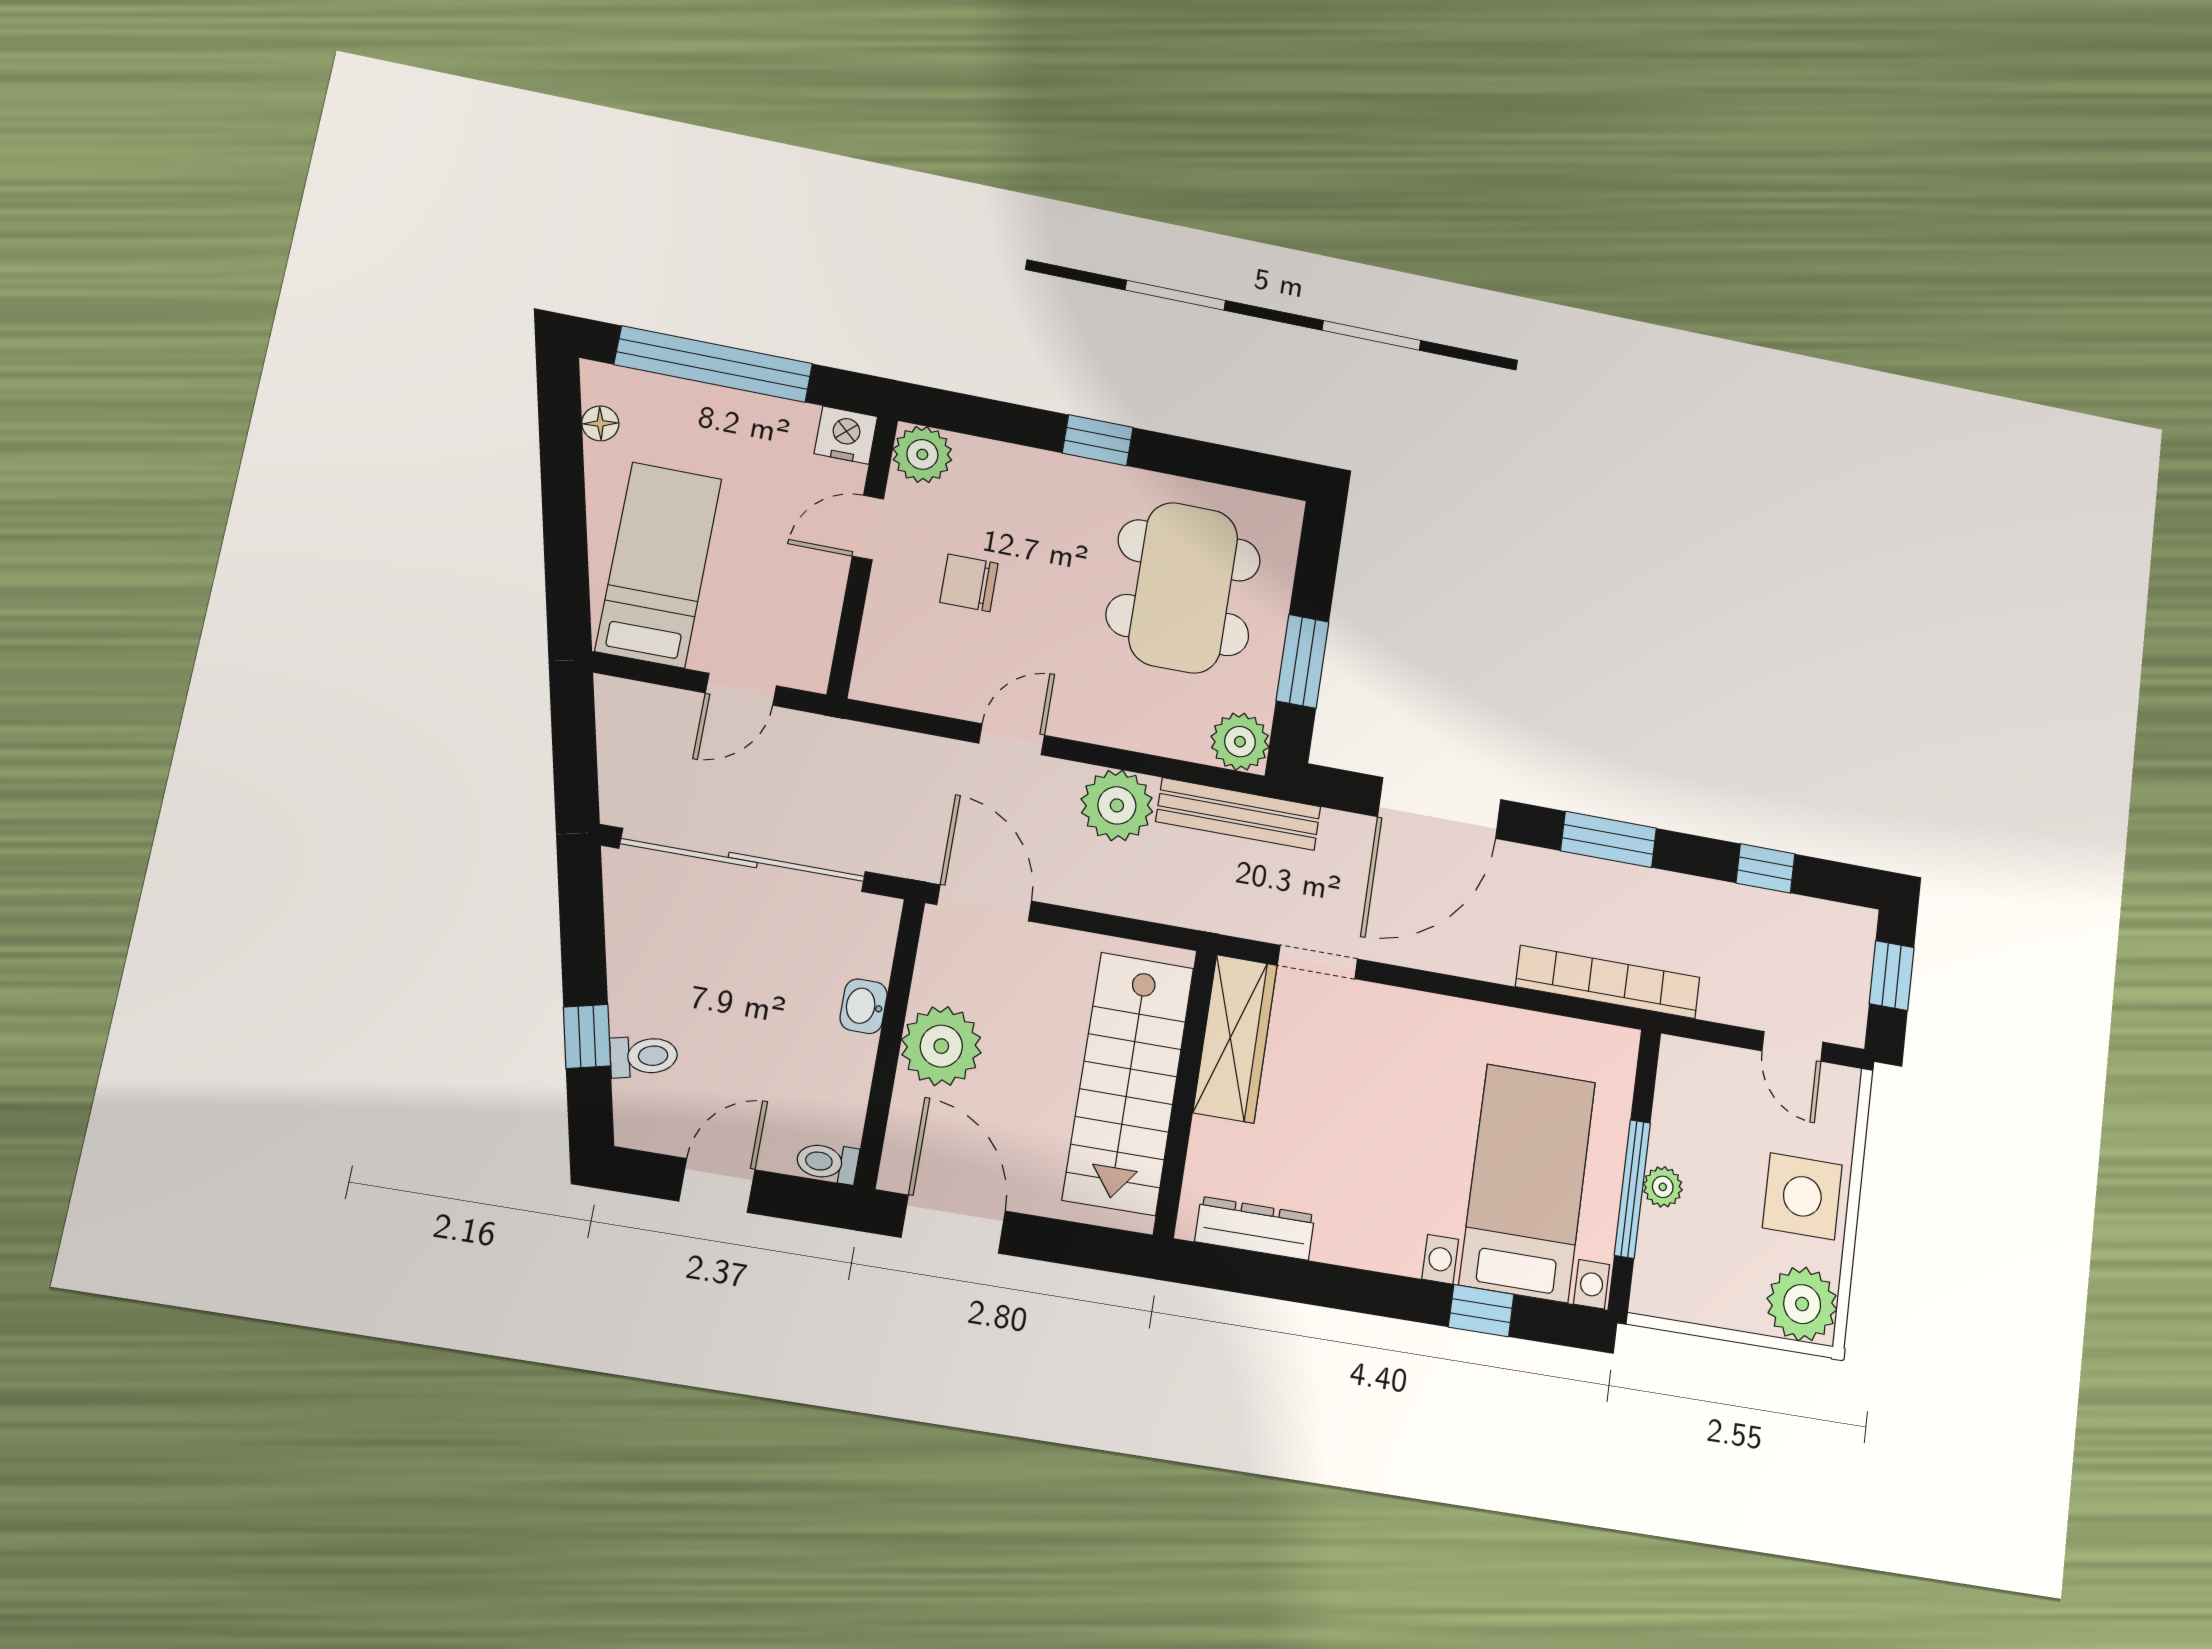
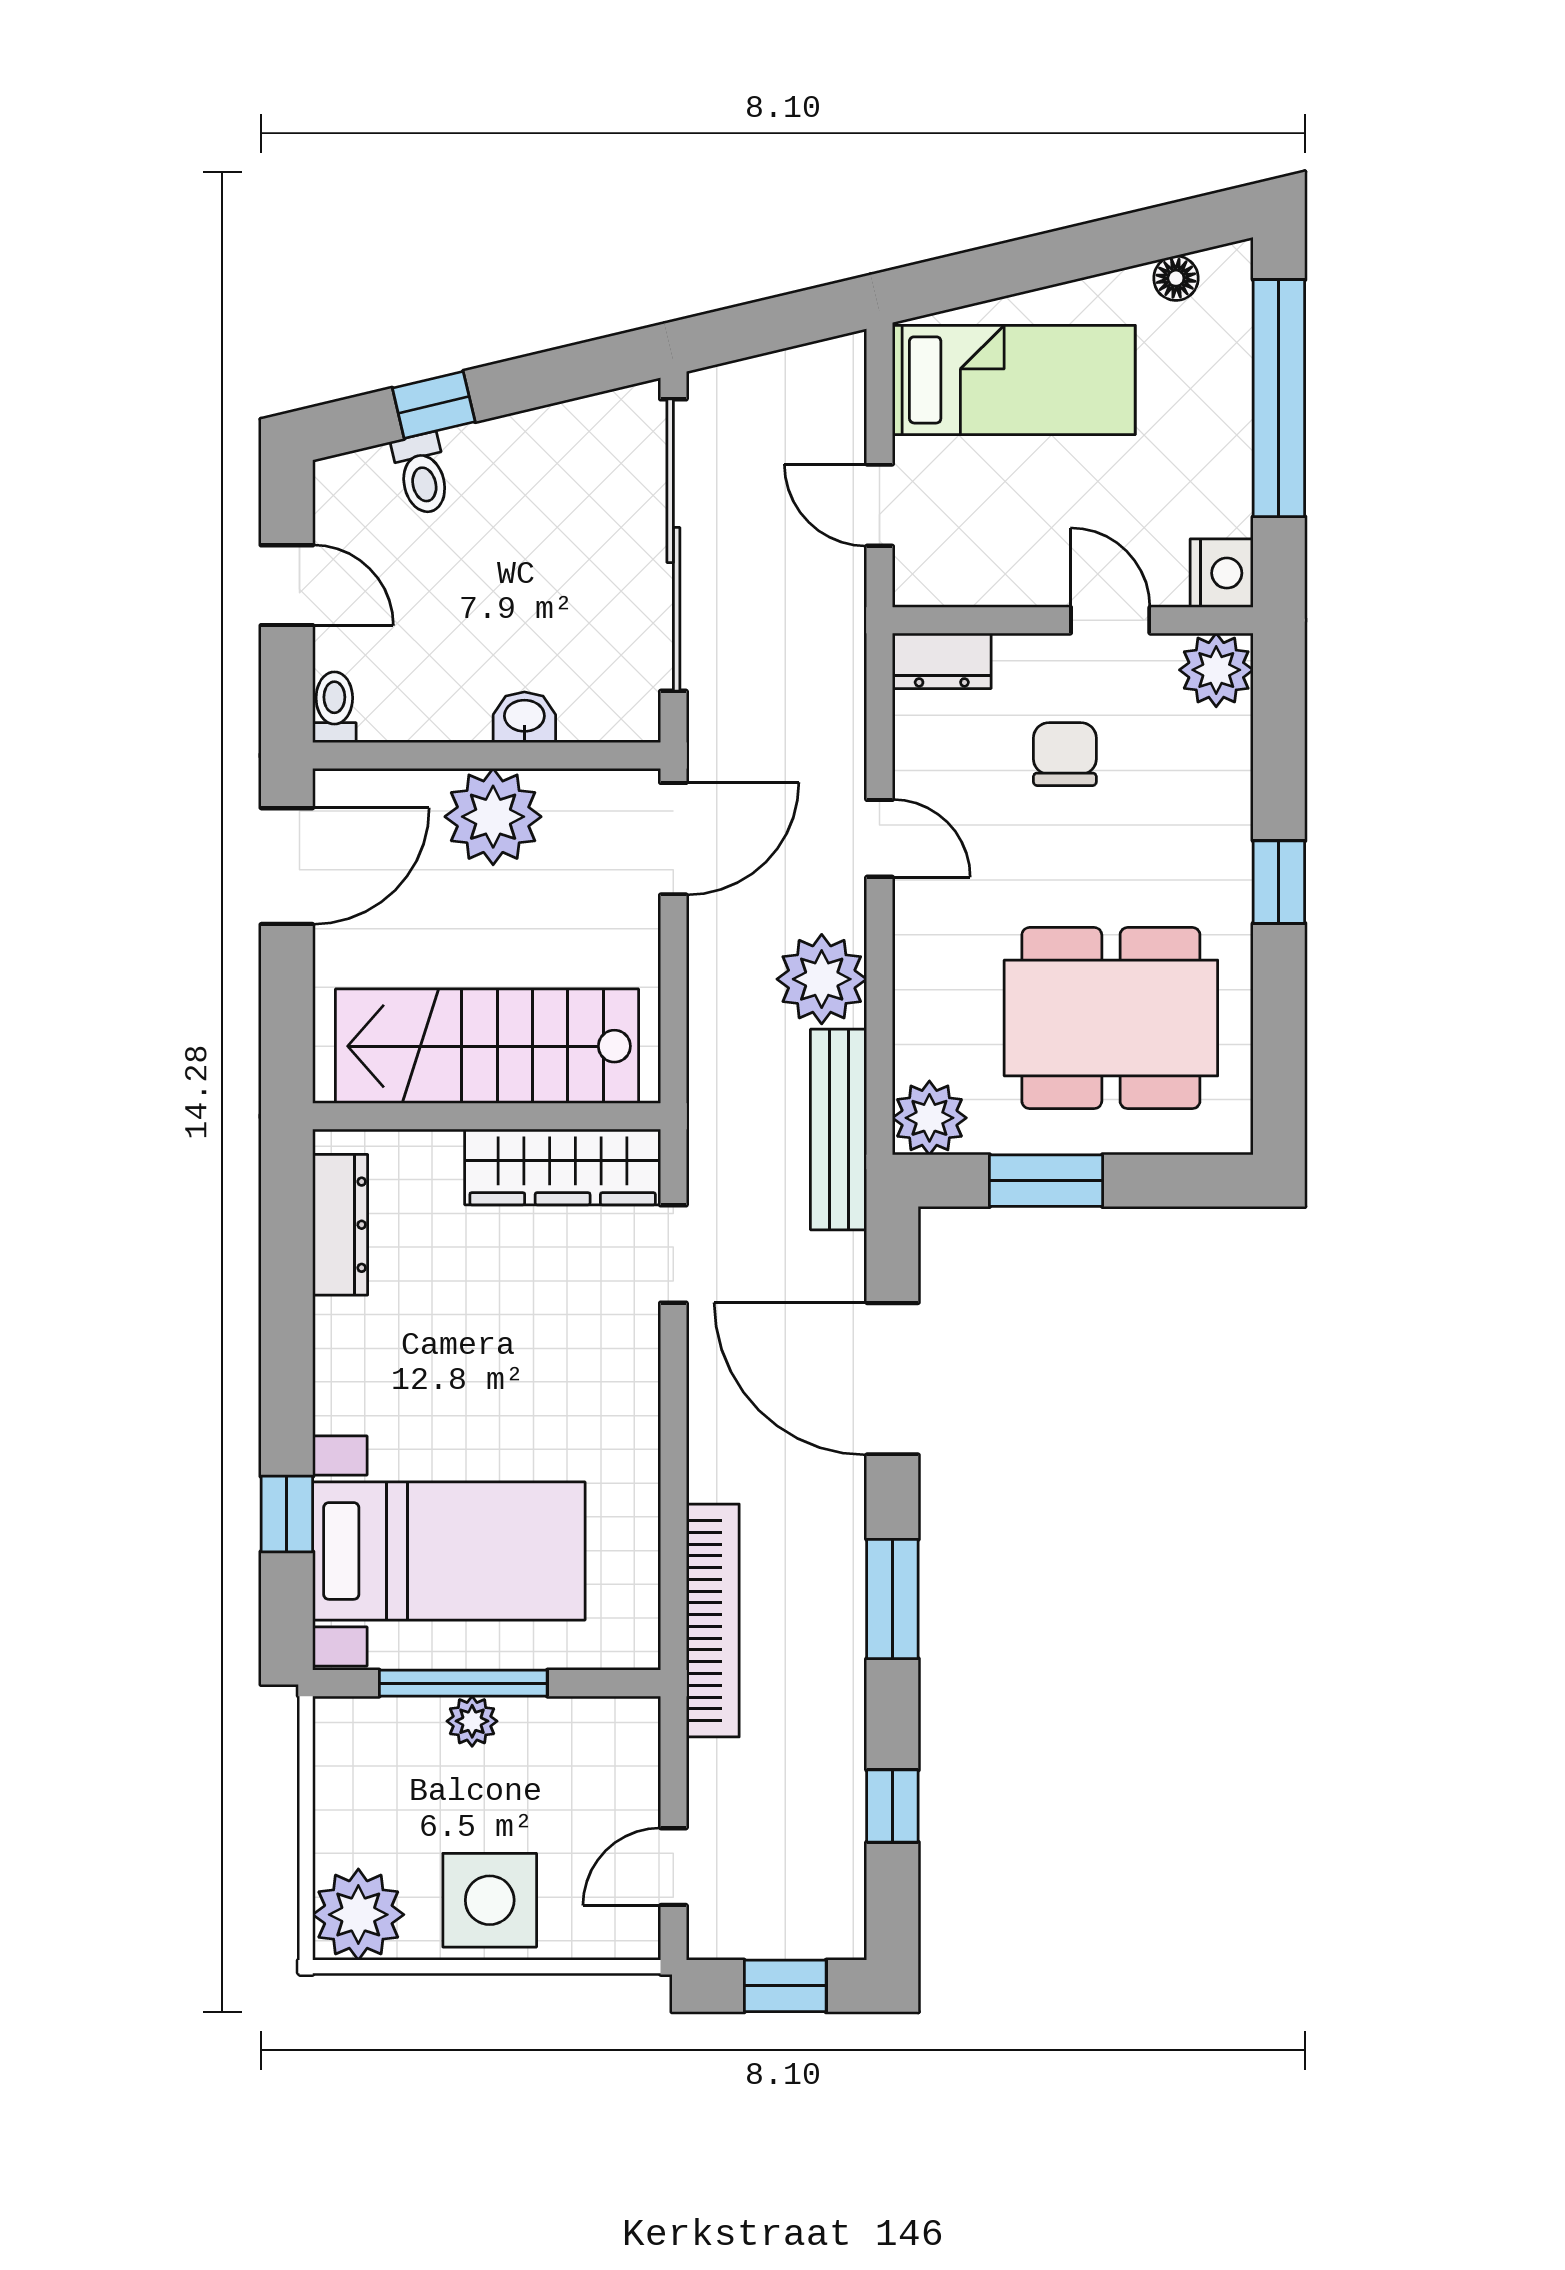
dresser: (877, 664) -> (942, 661), added

